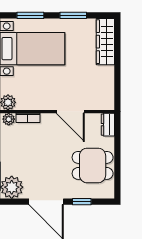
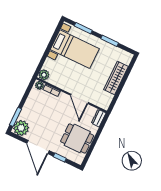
wardrobe: (105, 42) -> (116, 78), moved

